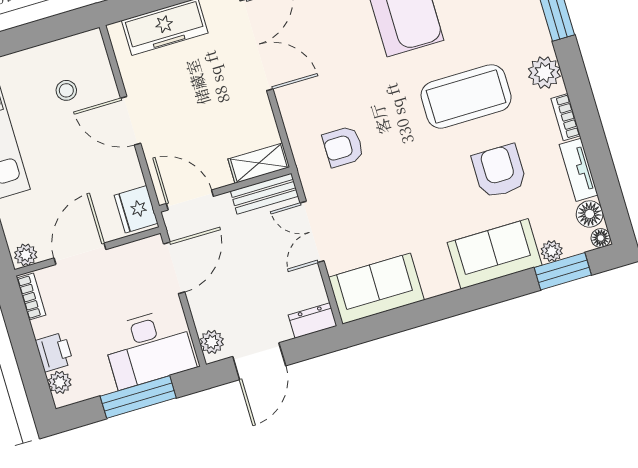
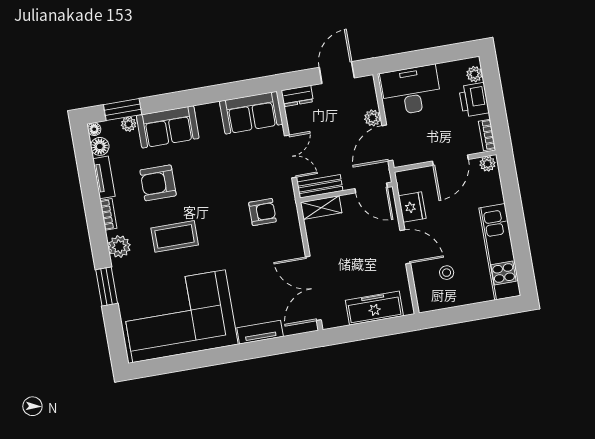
coffee table: (466, 96) -> (175, 236), width x0.73, depth x0.76
armchair: (499, 171) -> (158, 183), turned 90
fridge: (136, 209) -> (412, 207), moved
plant: (212, 342) -> (373, 118), moved
printer: (54, 352) -> (474, 100), width x1.36, depth x1.24
window: (138, 397) -> (422, 58), removed

